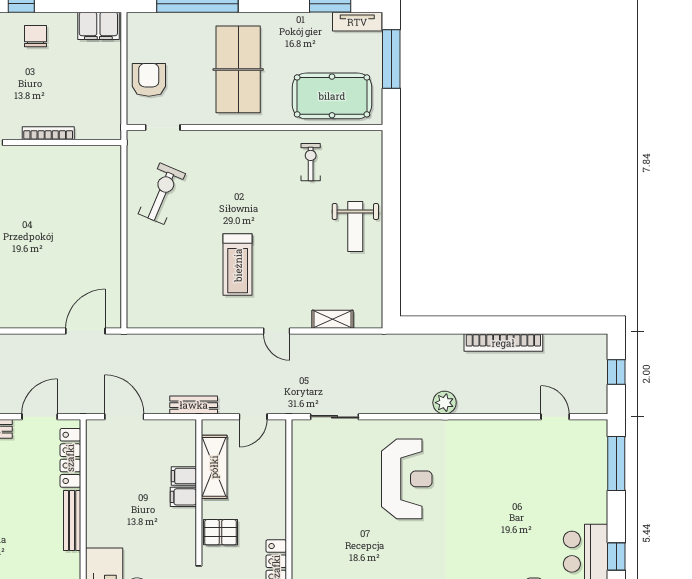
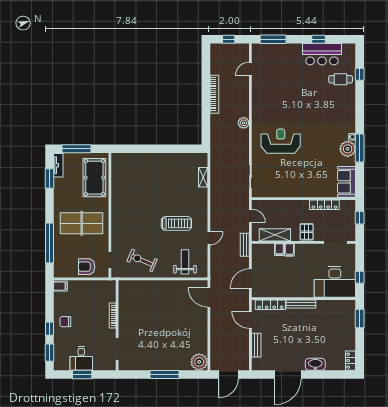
filing cabinet: (98, 26) -> (60, 286), width x0.50
exercise bike: (311, 162) -> (127, 188), removed
weight bench: (355, 227) -> (185, 262), moved, turned -90
door: (277, 331) -> (209, 238), moved

